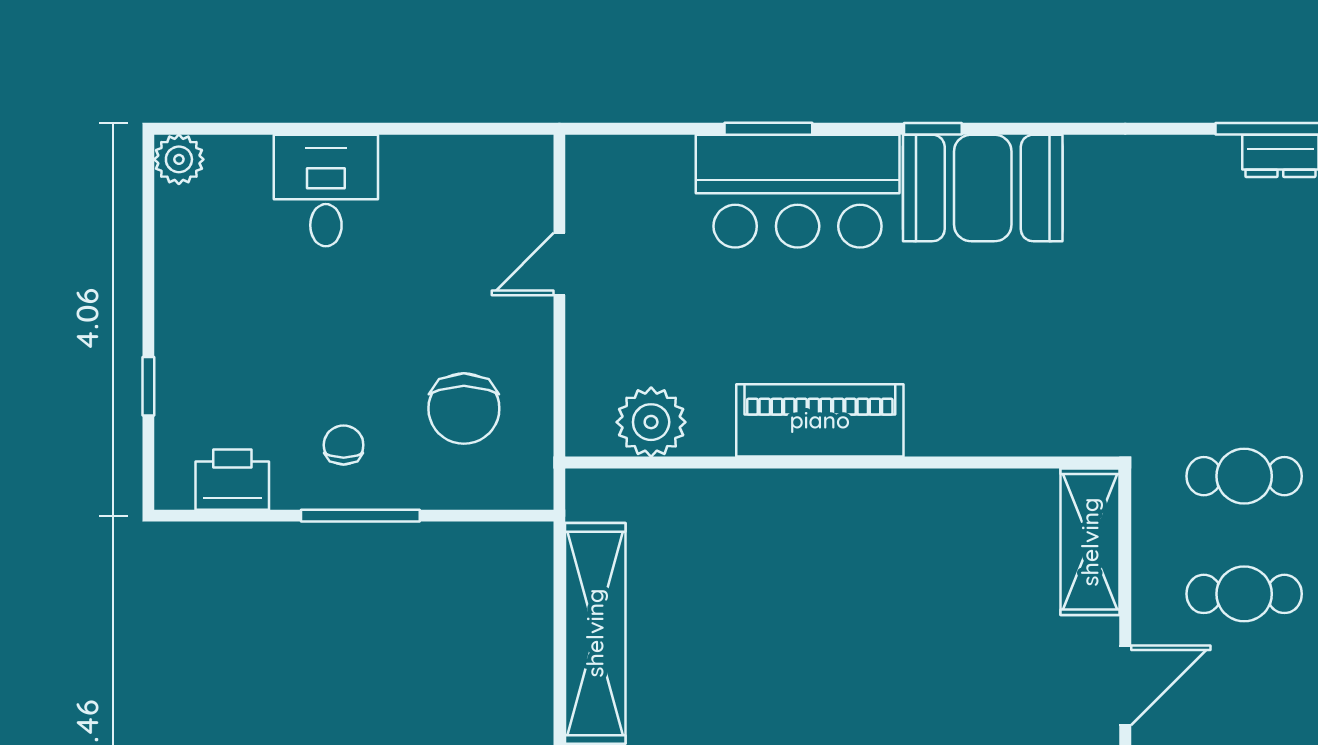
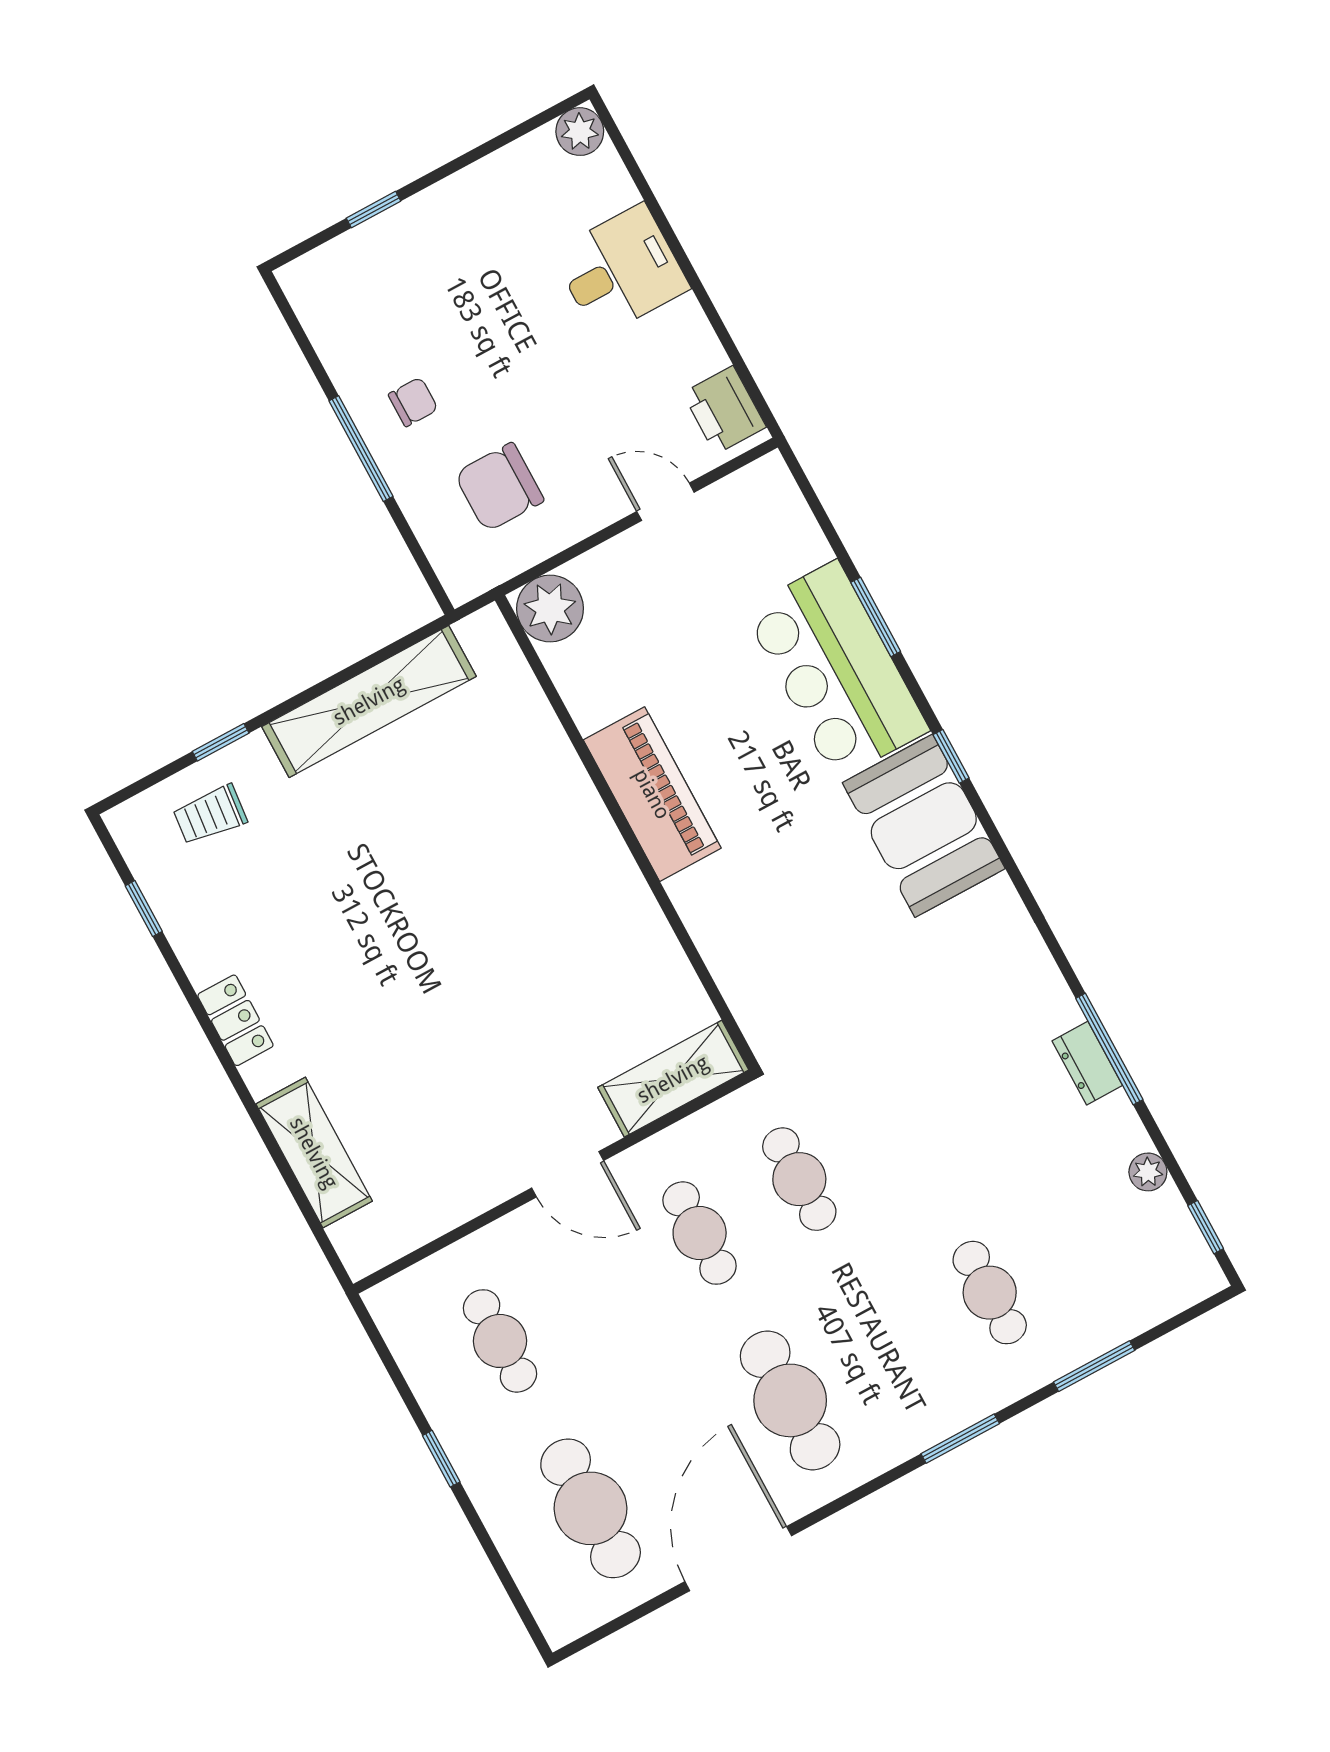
plant: (651, 422) -> (550, 609), moved
printer: (232, 480) -> (724, 410), moved, turned 180

